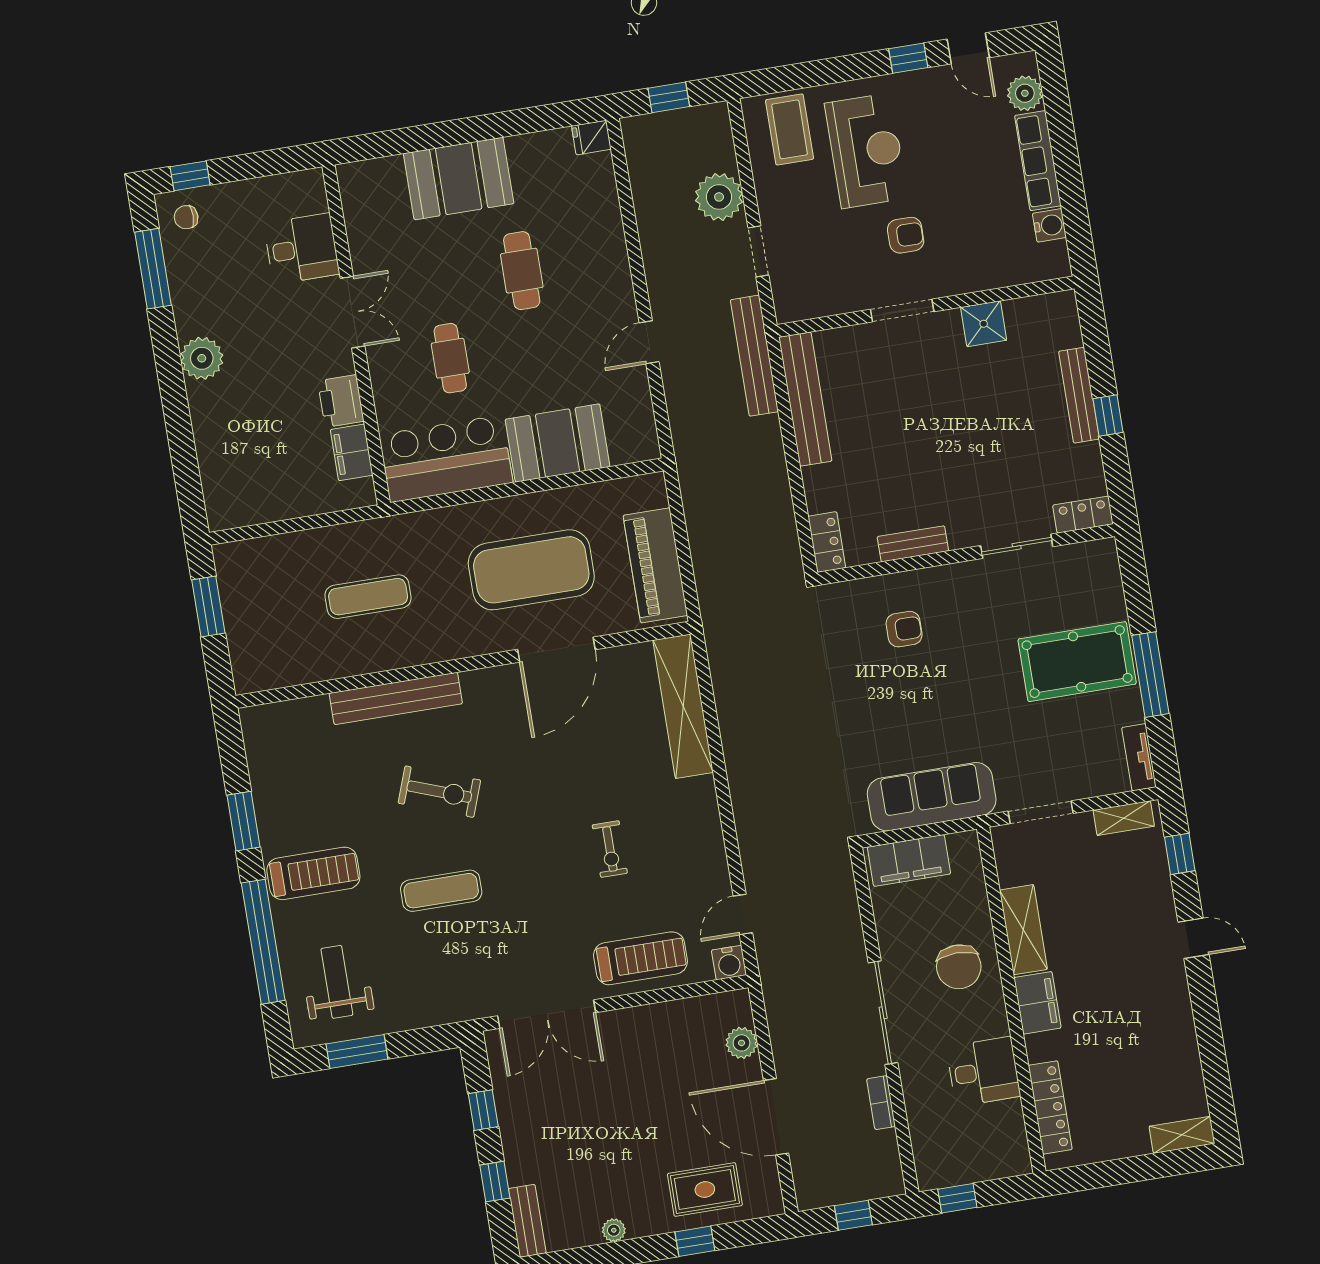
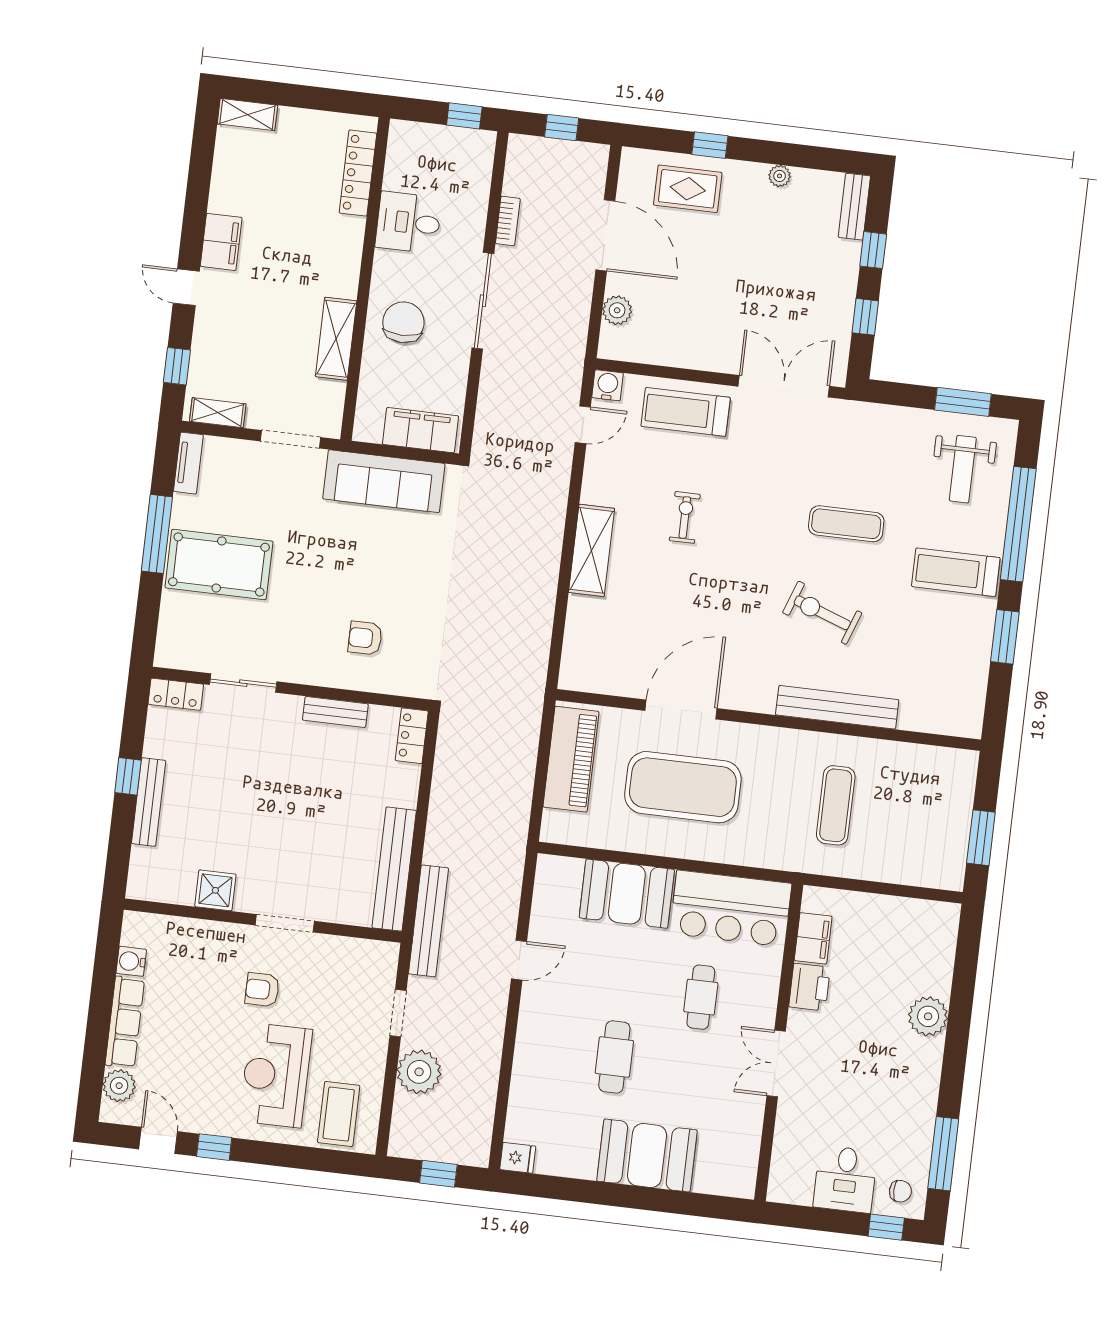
desk: (302, 249) -> (845, 1179), moved, turned -90
plant: (202, 358) -> (928, 1016), moved
exercise mat: (368, 597) -> (836, 805), turned 90
shelving: (683, 706) -> (592, 550), moved, width x0.68
filing cabinet: (1037, 1003) -> (221, 242), moved, turned 180

